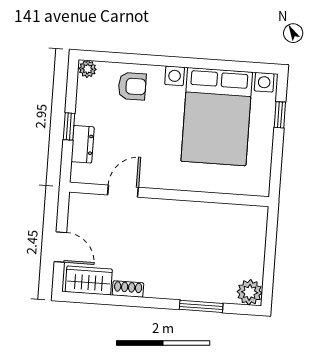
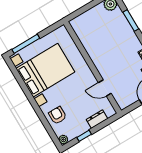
window: (280, 115) -> (26, 44), width x2.17
window: (69, 126) -> (84, 136), moved

